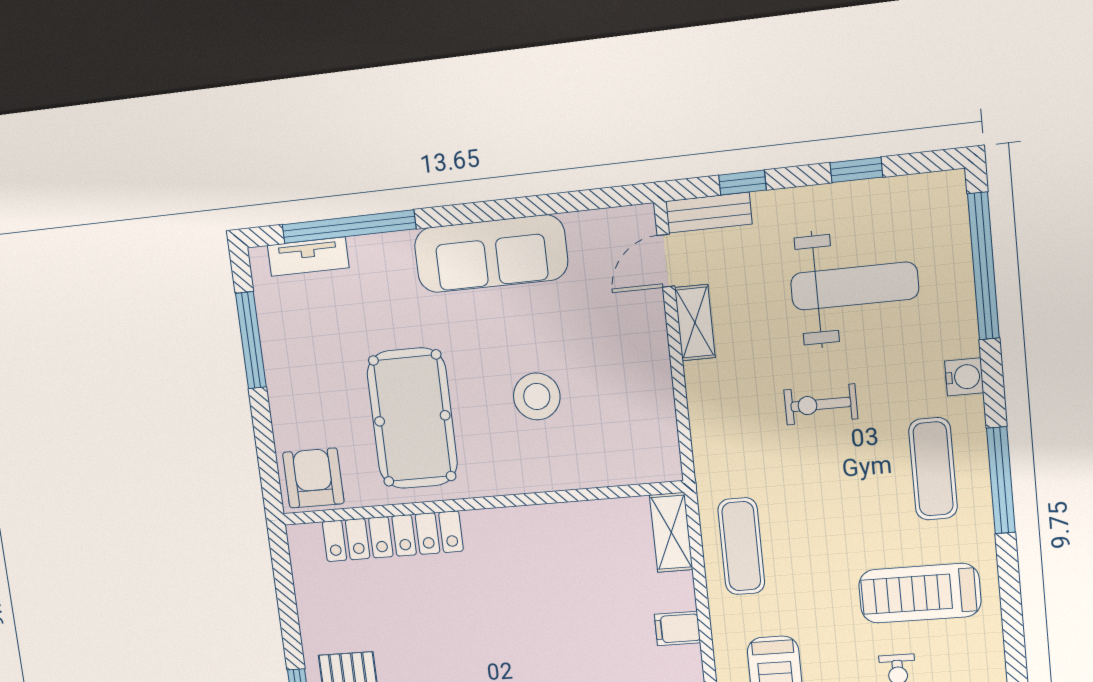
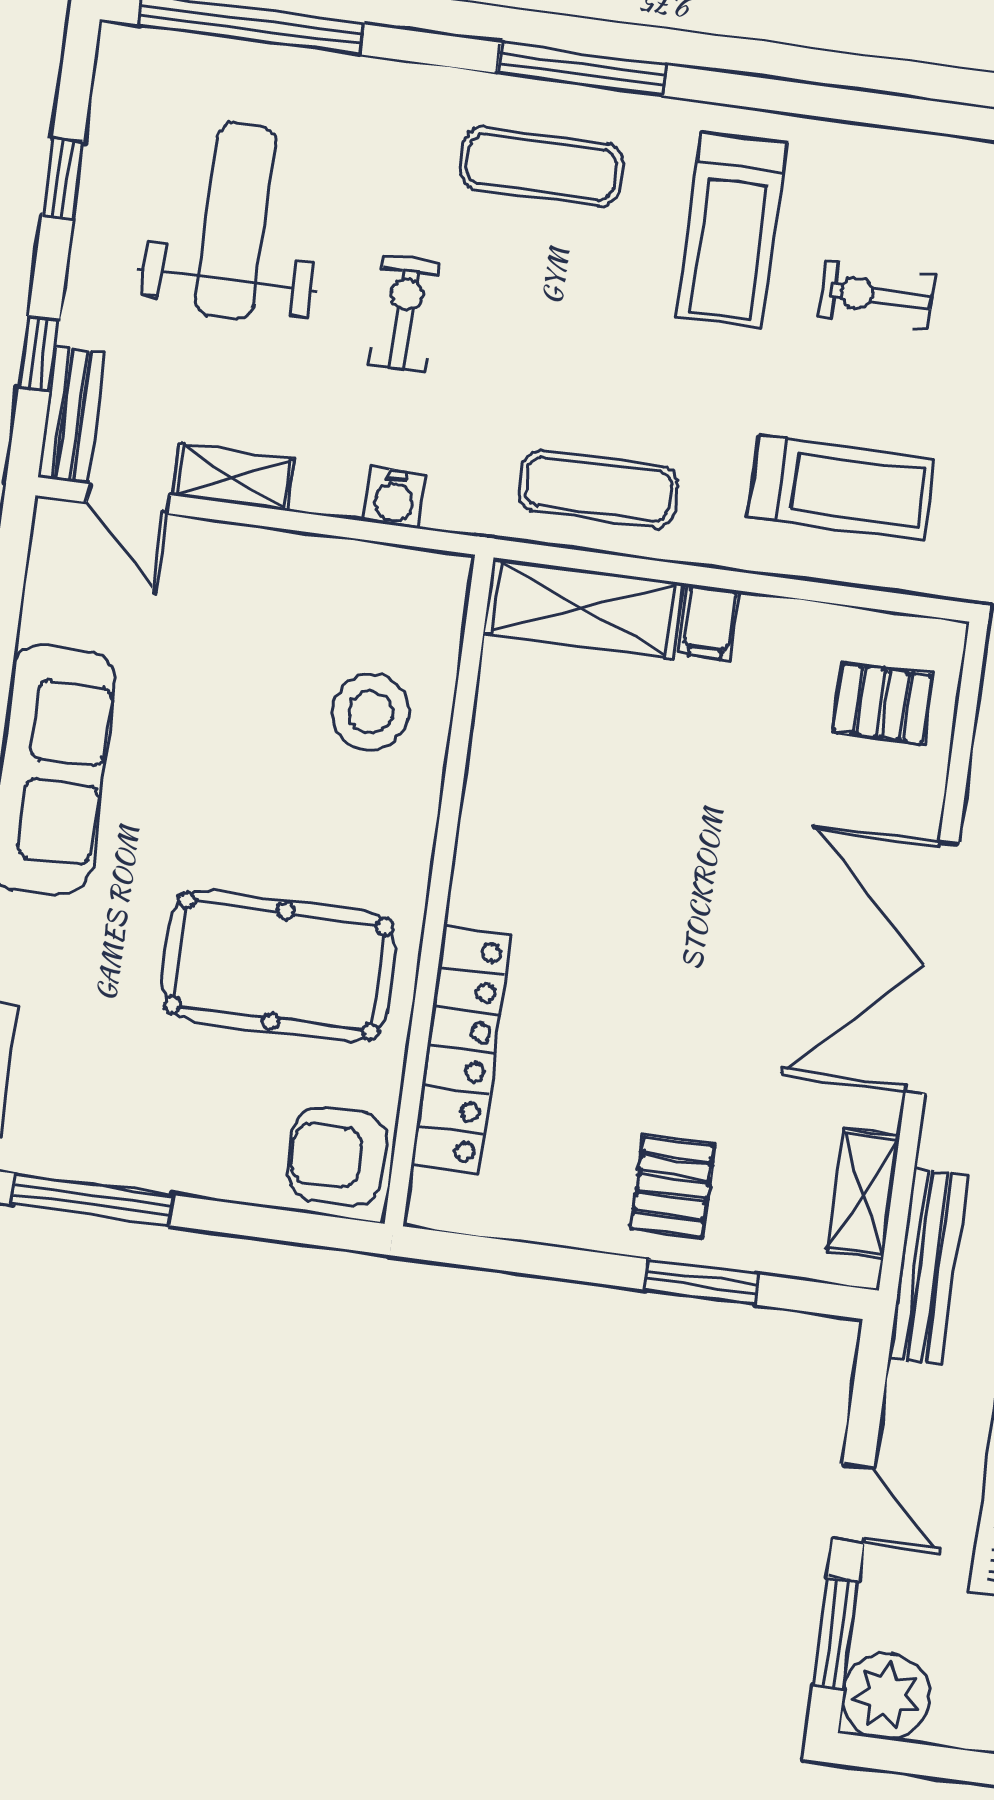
water cooler: (964, 377) -> (394, 498), moved, turned 180
stool: (537, 396) -> (371, 712), moved
exercise bike: (821, 404) -> (404, 314), turned 180
shelving: (671, 532) -> (583, 608), width x1.50, depth x1.33

